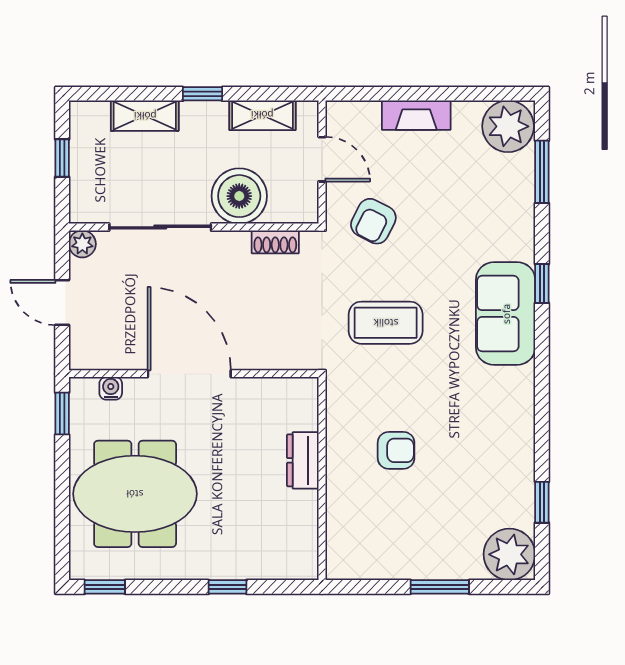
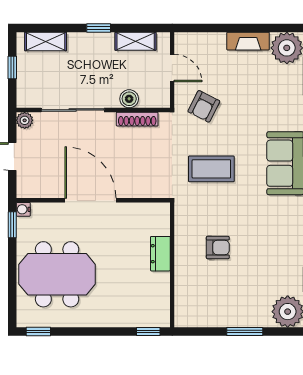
fireplace: (416, 115) -> (248, 41), moved
shelving: (145, 116) -> (46, 41), moved
boiler: (239, 196) -> (129, 99), width x0.54, depth x0.54
shoe rack: (275, 242) -> (137, 119), width x1.43
water cooler: (111, 388) -> (23, 209), moved, turned -90
window: (228, 587) -> (148, 332), moved

